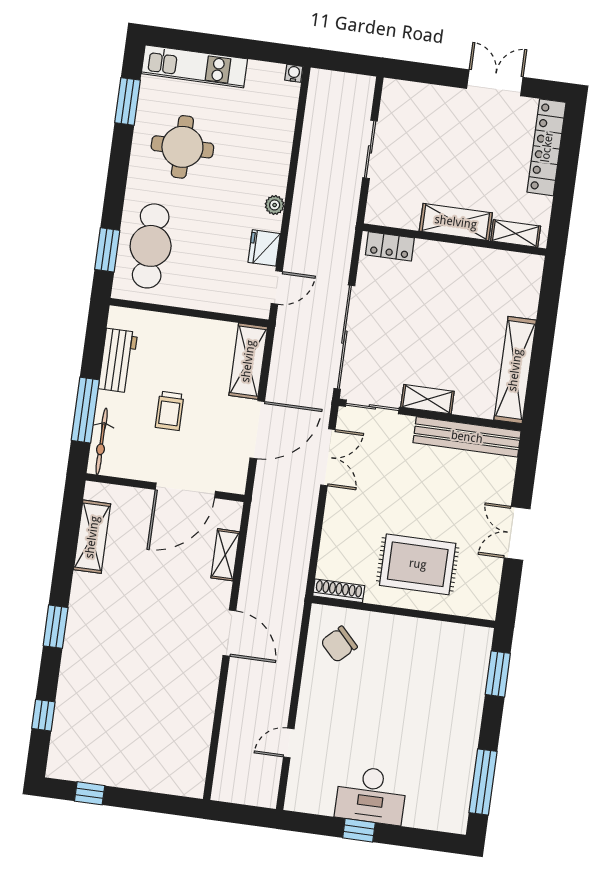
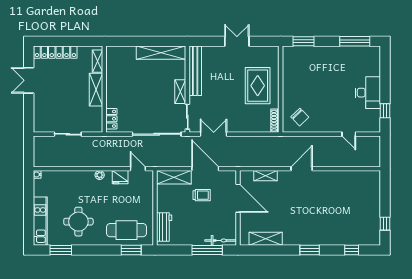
workbench: (118, 361) -> (164, 227), moved, turned 90
trolley: (170, 411) -> (202, 195), moved
double door: (517, 533) -> (237, 41), swing flipped
window: (359, 830) -> (385, 111), moved

